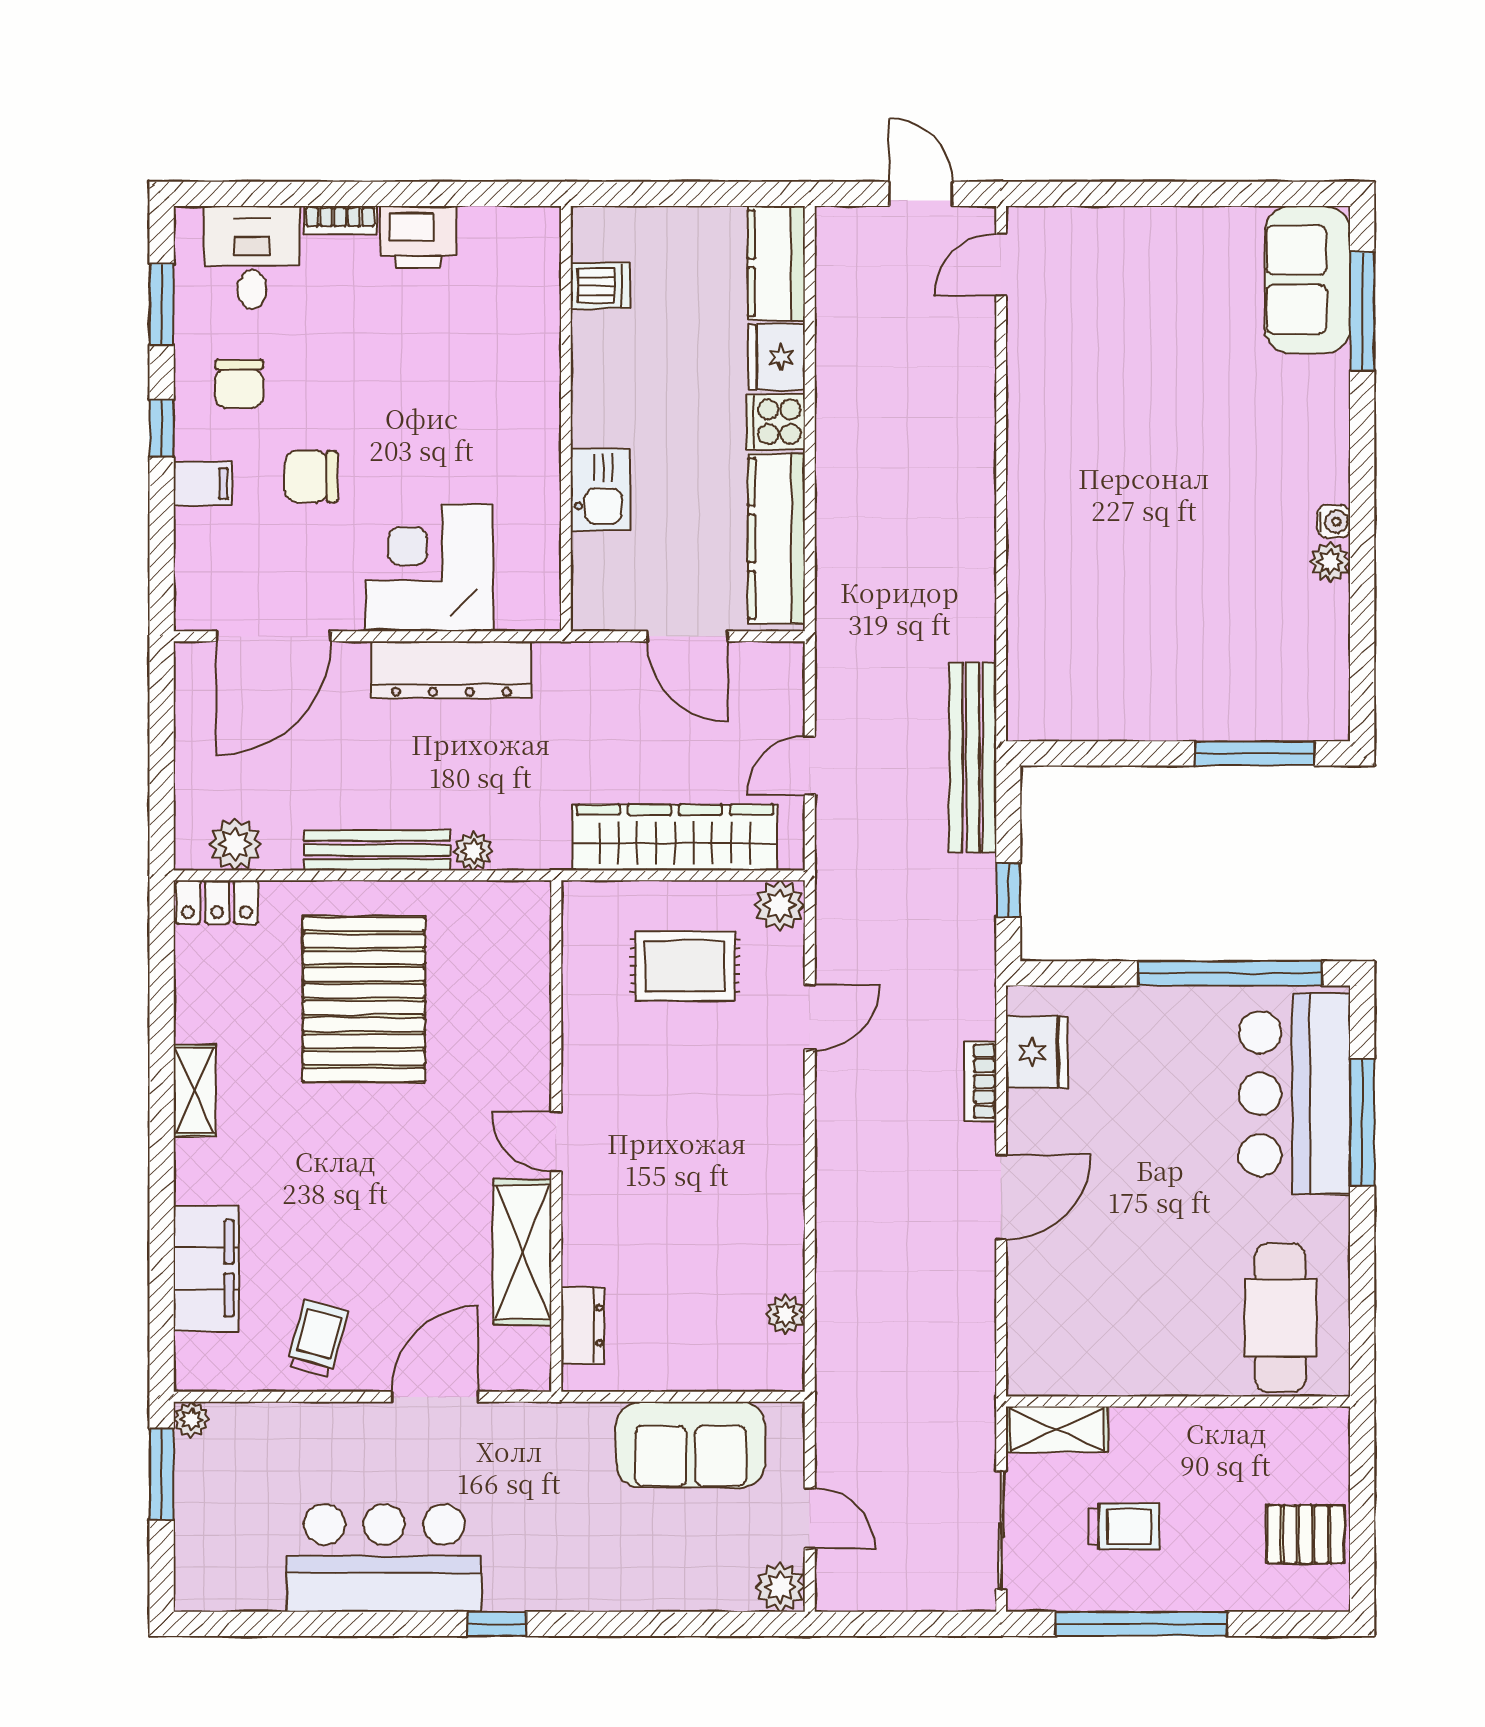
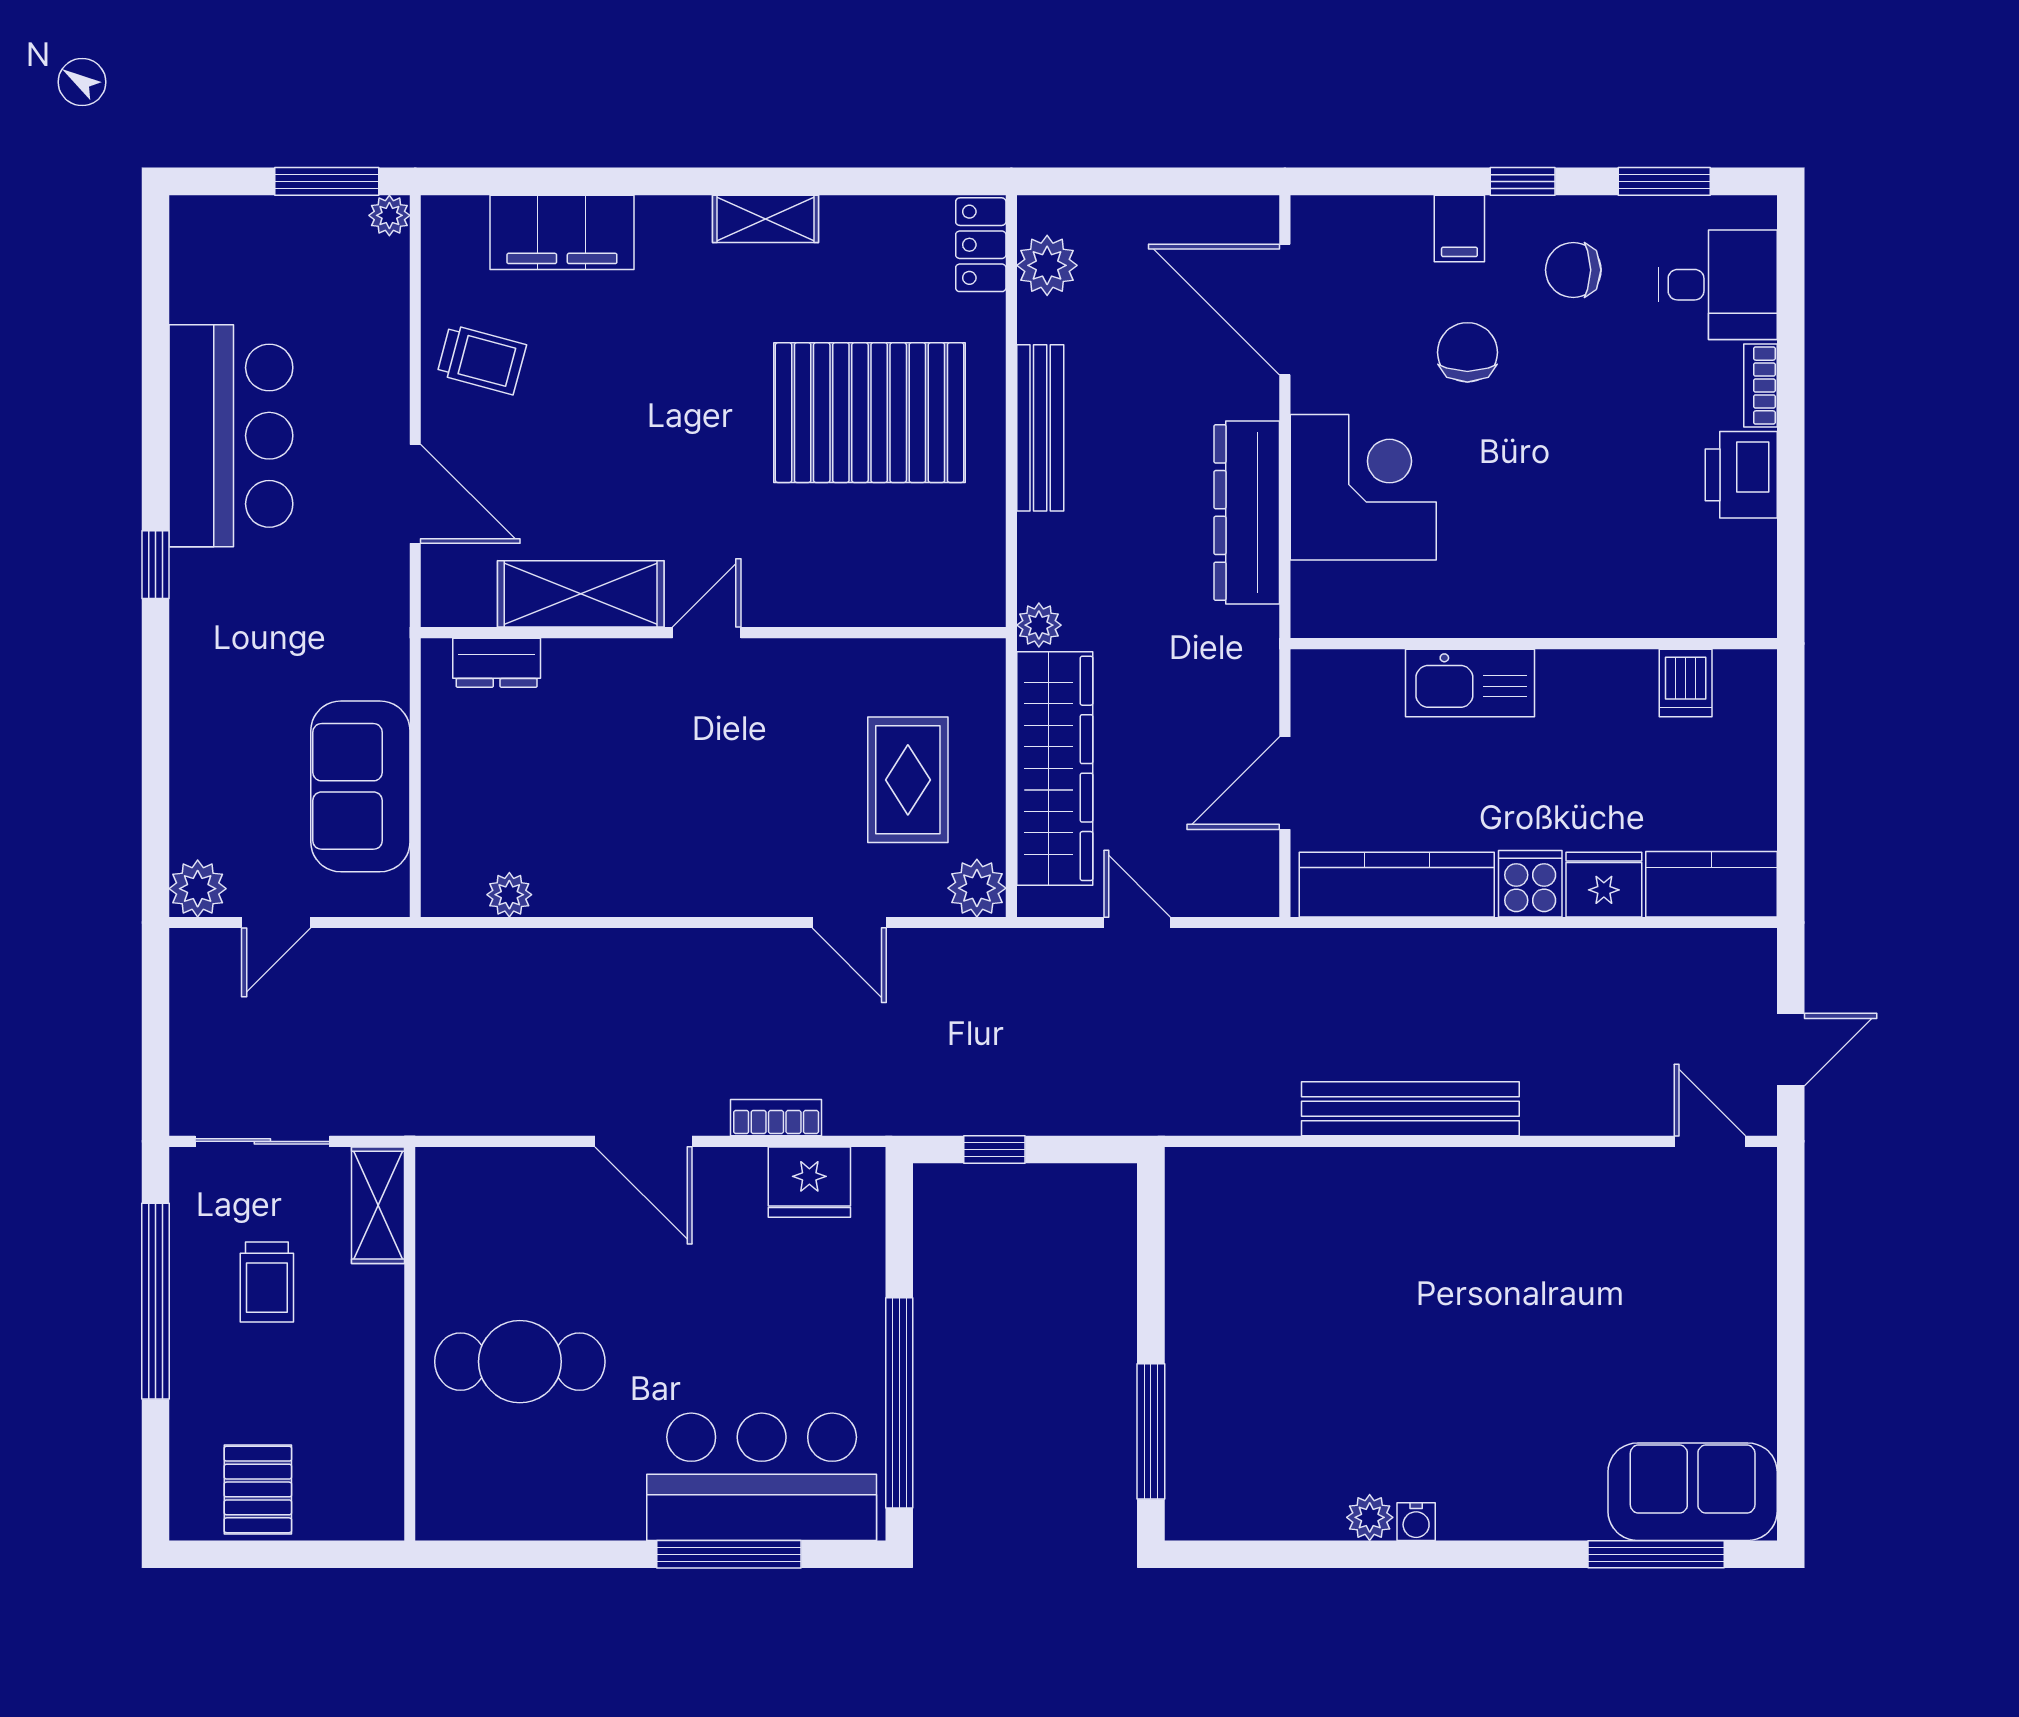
kitchen sink: (600, 490) -> (1470, 683), width x1.38
bench: (973, 758) -> (1410, 1109), moved
plant: (473, 851) -> (1039, 625), moved
cafe table: (1280, 1318) -> (520, 1362), moved

